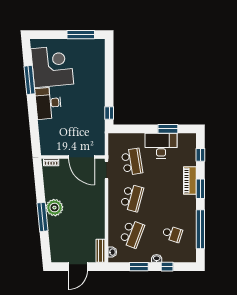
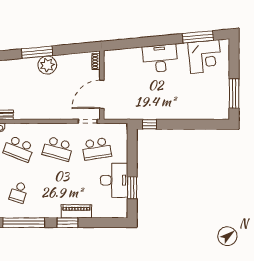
corner desk: (52, 66) -> (205, 57), width x0.74, depth x0.74
window: (30, 80) -> (198, 37), moved
window: (200, 155) -> (104, 223), removed

